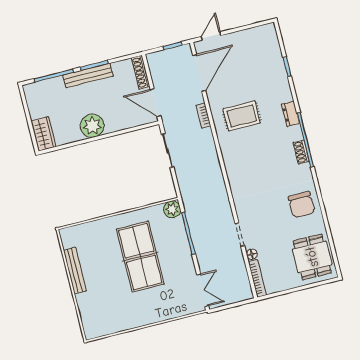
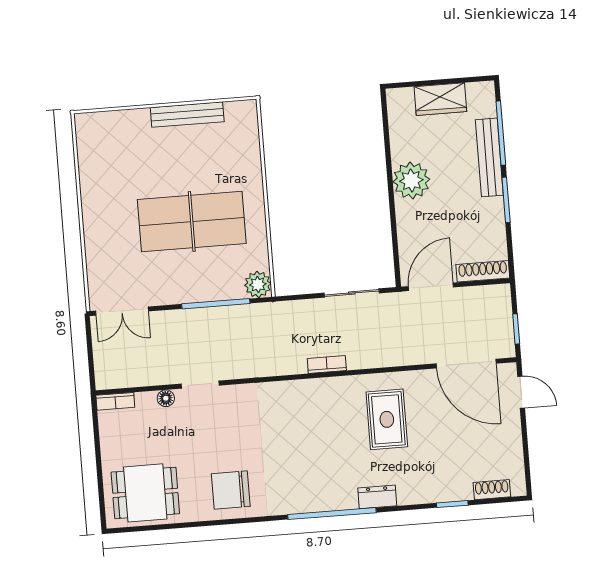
bench: (88, 76) -> (489, 157), moved
bookcase: (203, 116) -> (327, 364), moved
wardrobe: (43, 134) -> (440, 99), moved
shoe rack: (301, 152) -> (492, 490), moved
bookcase: (257, 279) -> (115, 401), width x0.64

